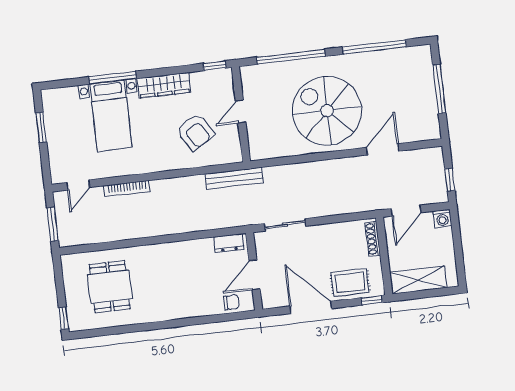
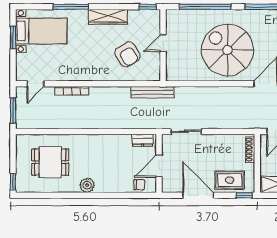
bed with nightstands: (111, 116) -> (41, 31), moved, turned -90
dining table: (110, 287) -> (50, 162), turned 90
plant: (162, 311) -> (87, 185), added

